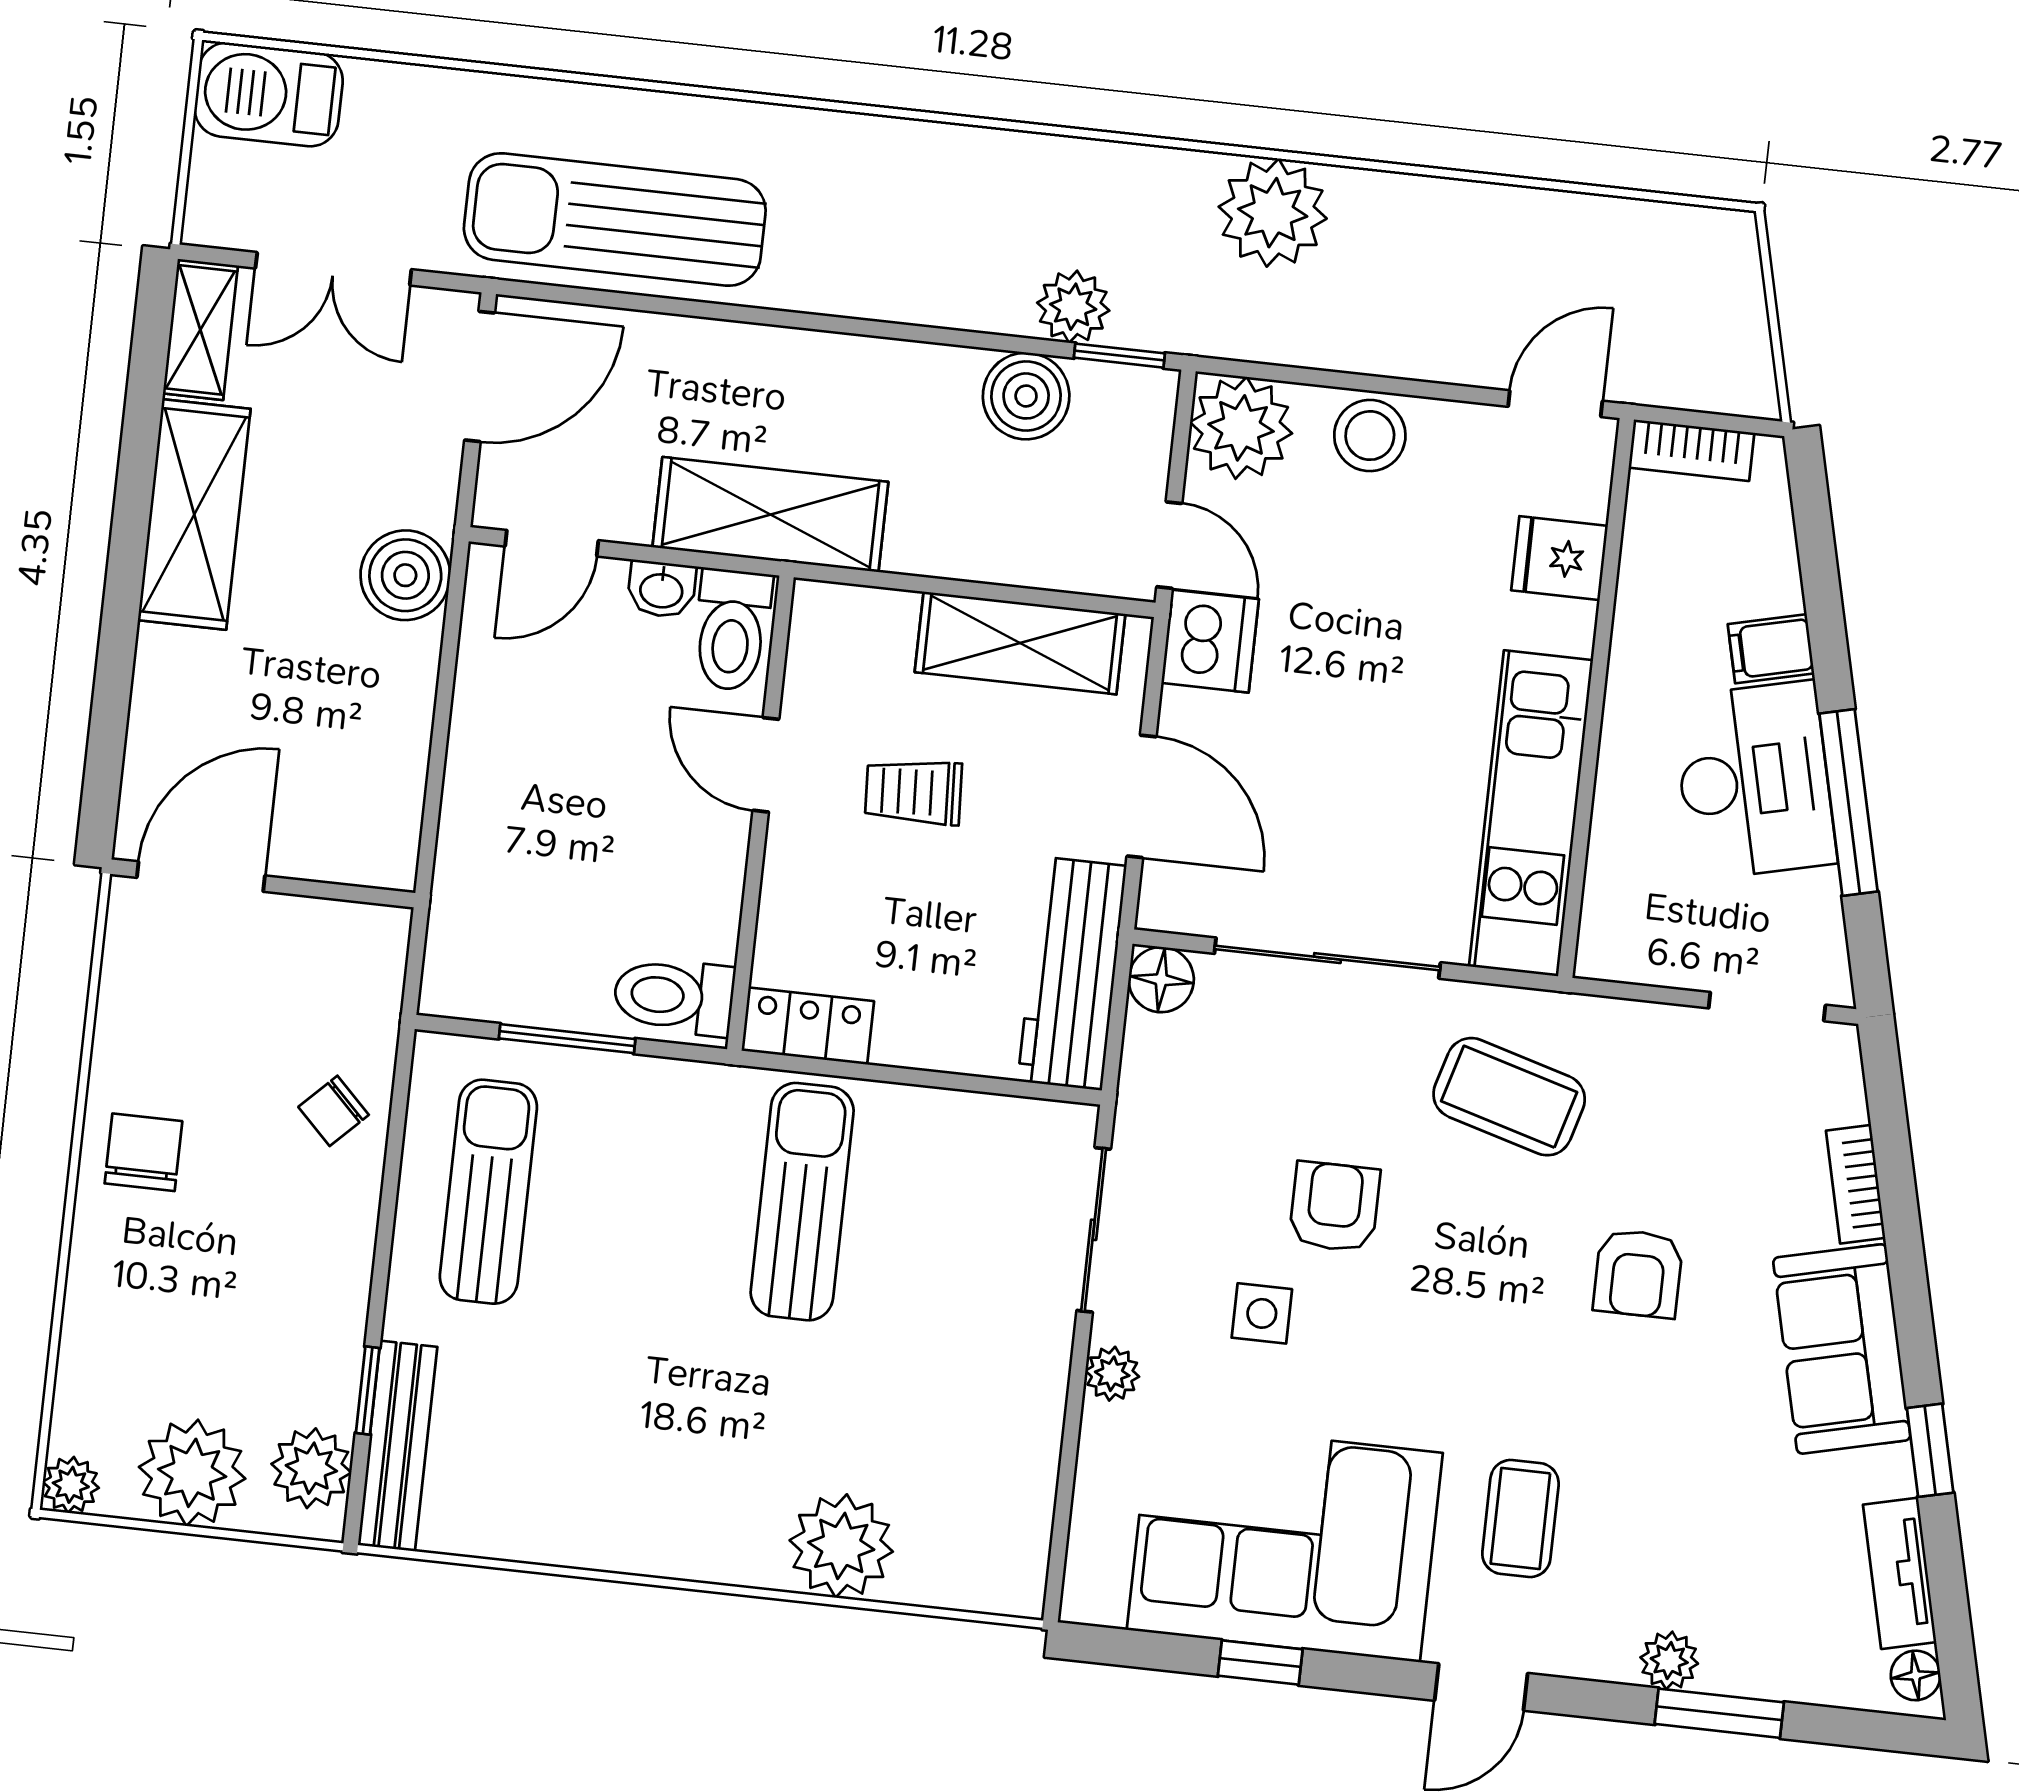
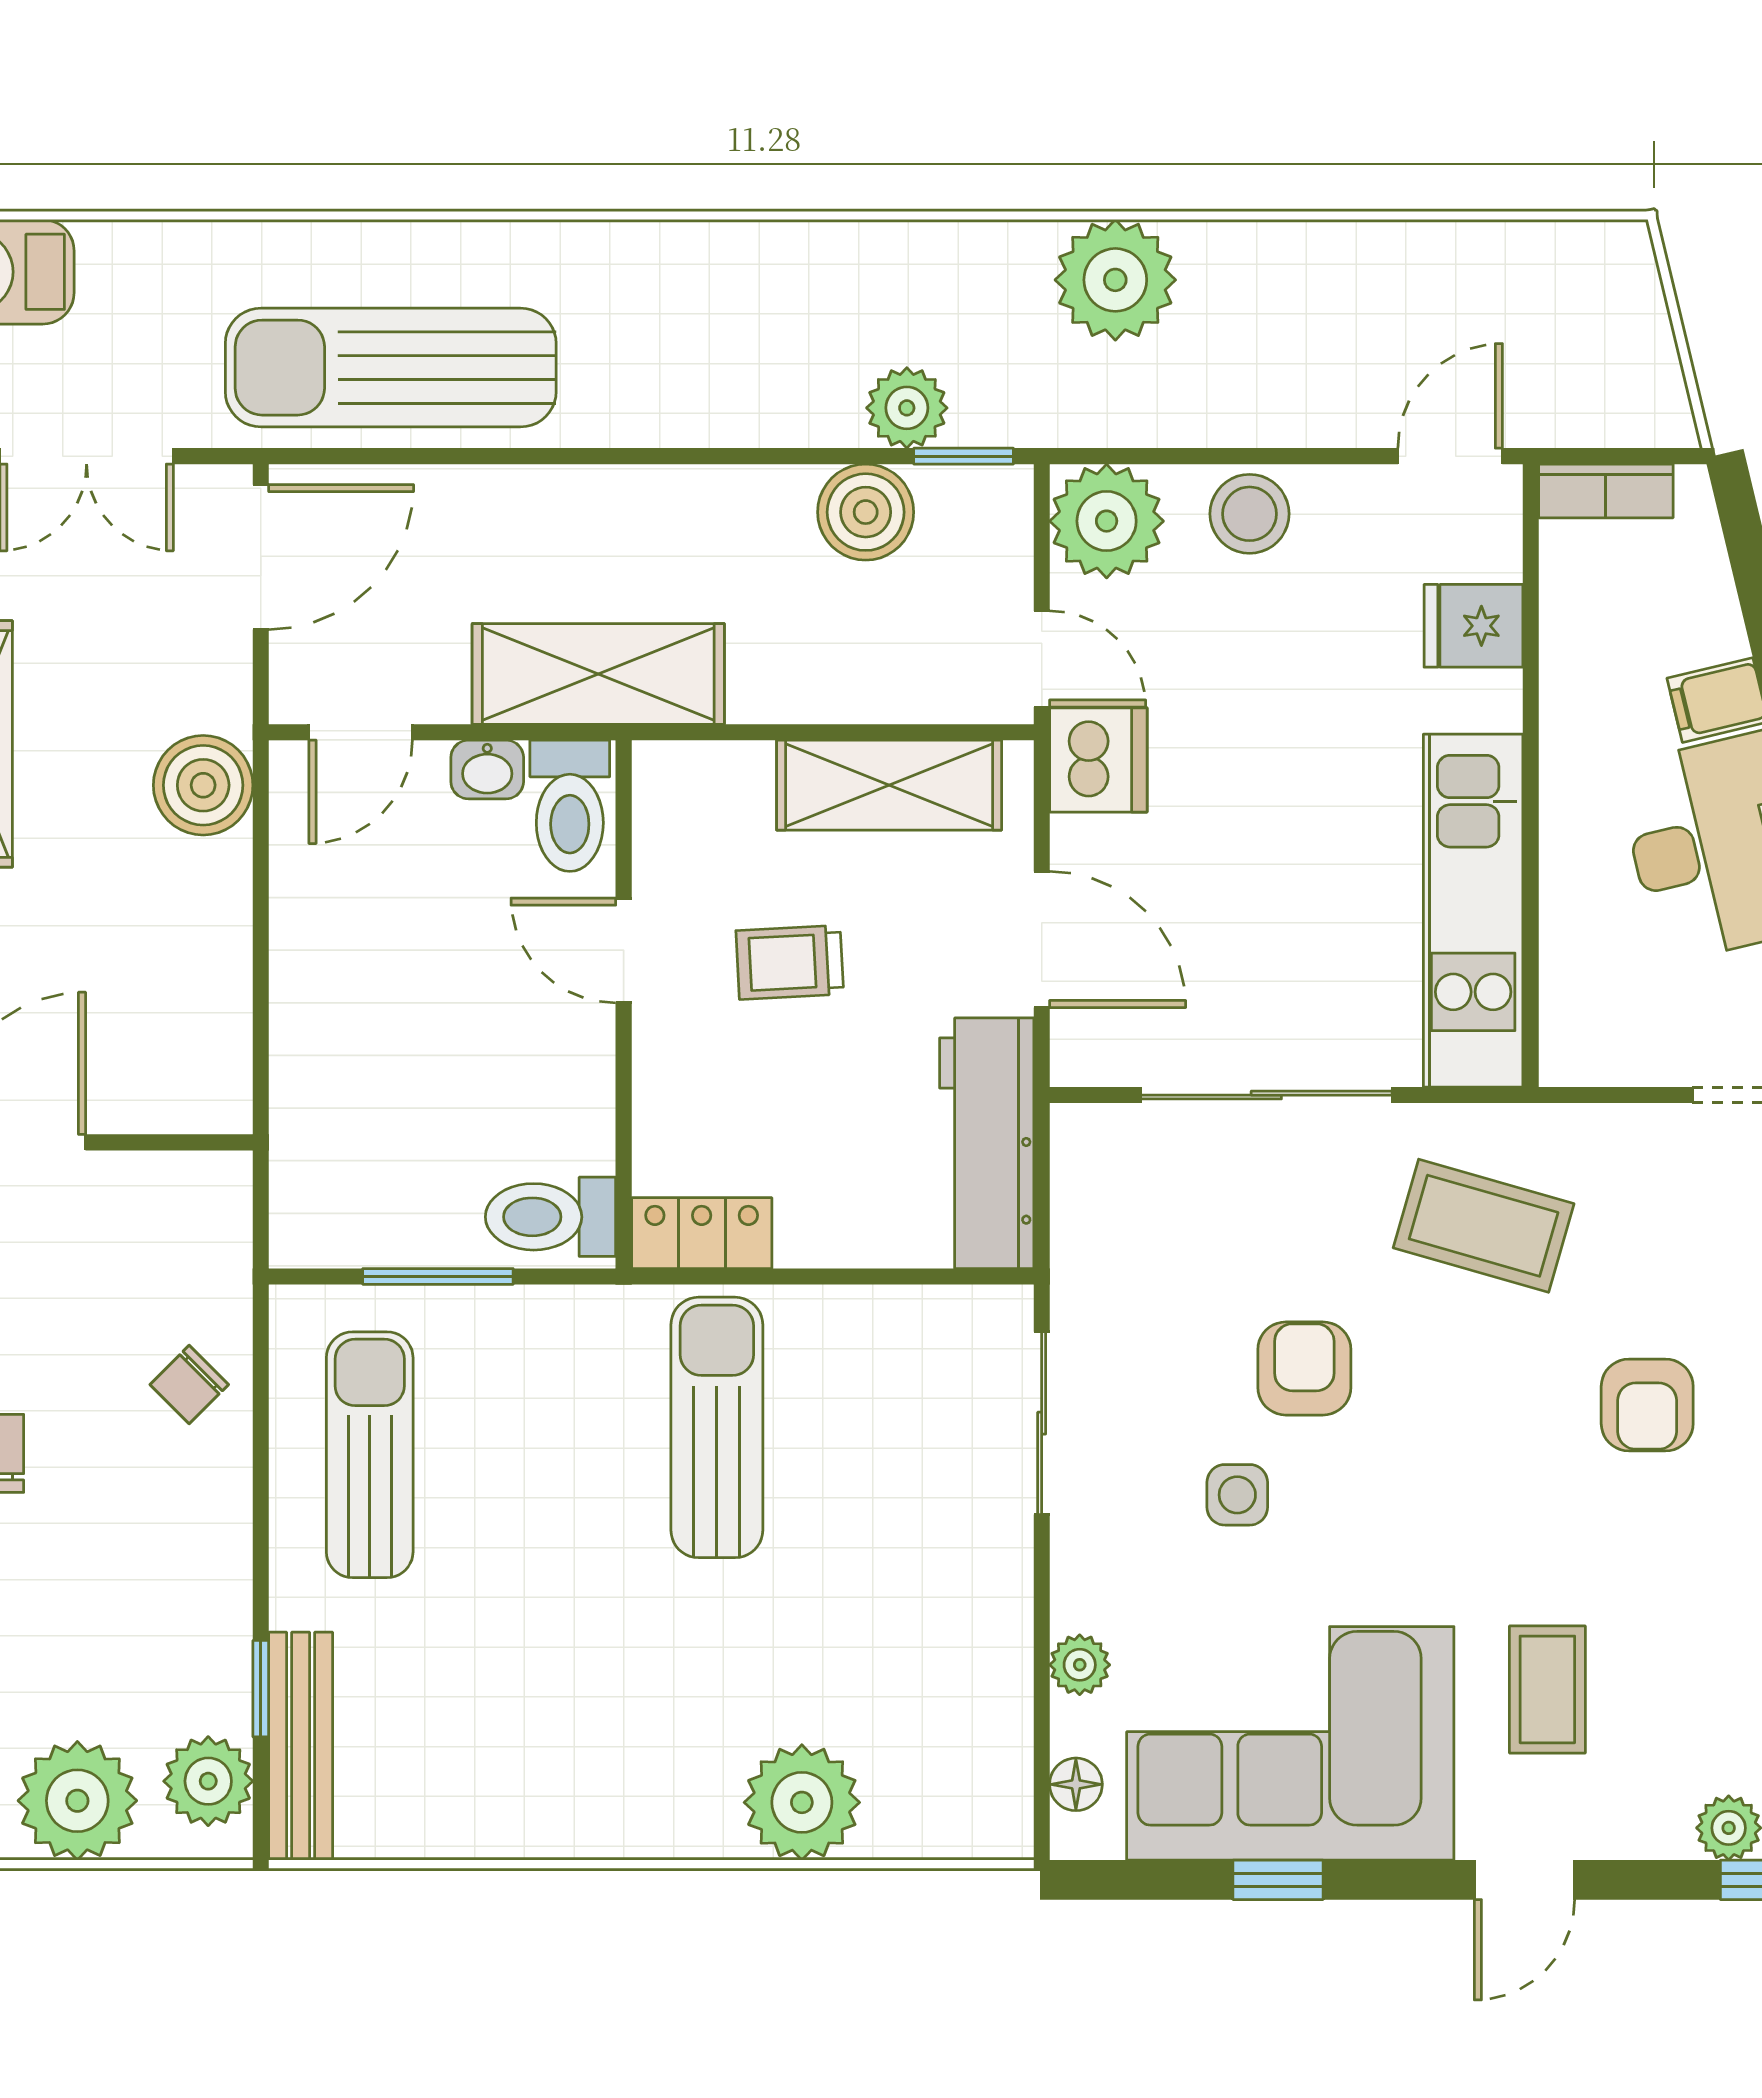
floor lamp: (1161, 980) -> (1076, 1784), moved, width x0.73, depth x0.73
plant: (1112, 1374) -> (1080, 1665), moved

